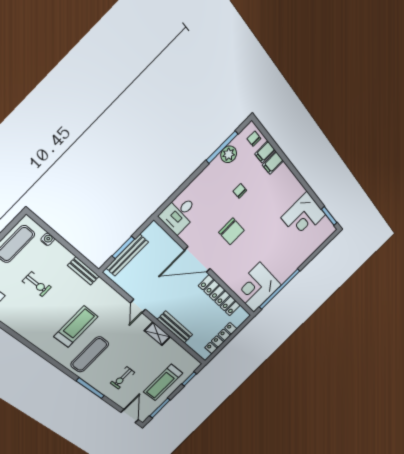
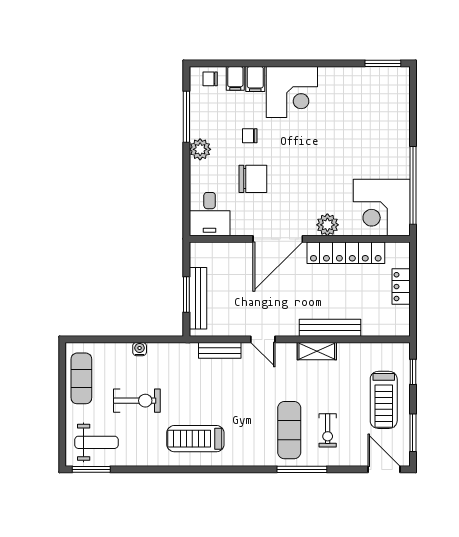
plant: (229, 154) -> (200, 149), moved
corner desk: (303, 216) -> (292, 92), moved
chair: (232, 231) -> (253, 179), moved
water cooler: (48, 239) -> (140, 349), moved
bench: (83, 271) -> (220, 350), moved
plant: (226, 274) -> (327, 225), added
exercise bike: (37, 284) -> (137, 401), width x1.38, depth x1.39
treadmill: (76, 327) -> (195, 439), moved, turned -90
locker: (221, 338) -> (401, 287), width x0.66
exercise mat: (90, 354) -> (289, 430), moved

